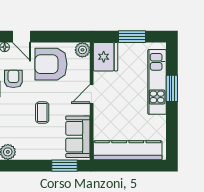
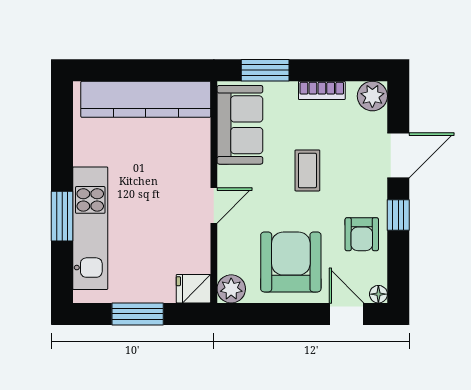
fridge: (106, 57) -> (193, 289), width x0.53, depth x0.75
armchair: (51, 64) -> (291, 262), turned -90
bookcase: (35, 155) -> (322, 90), added

